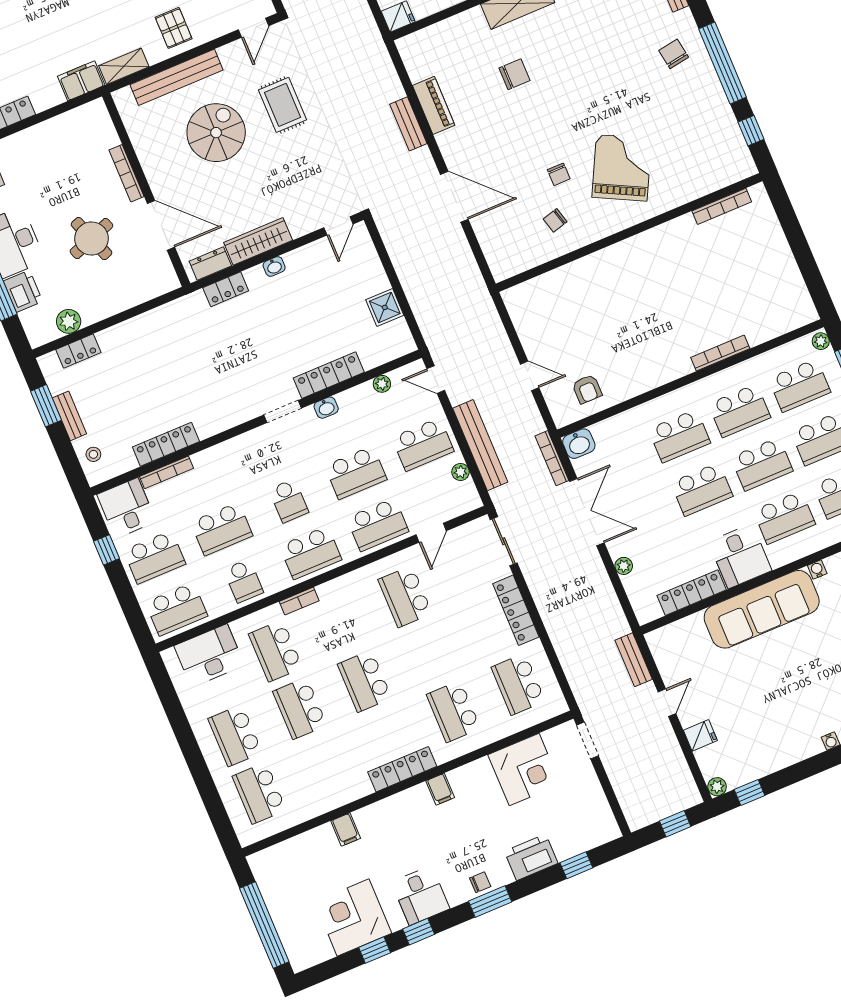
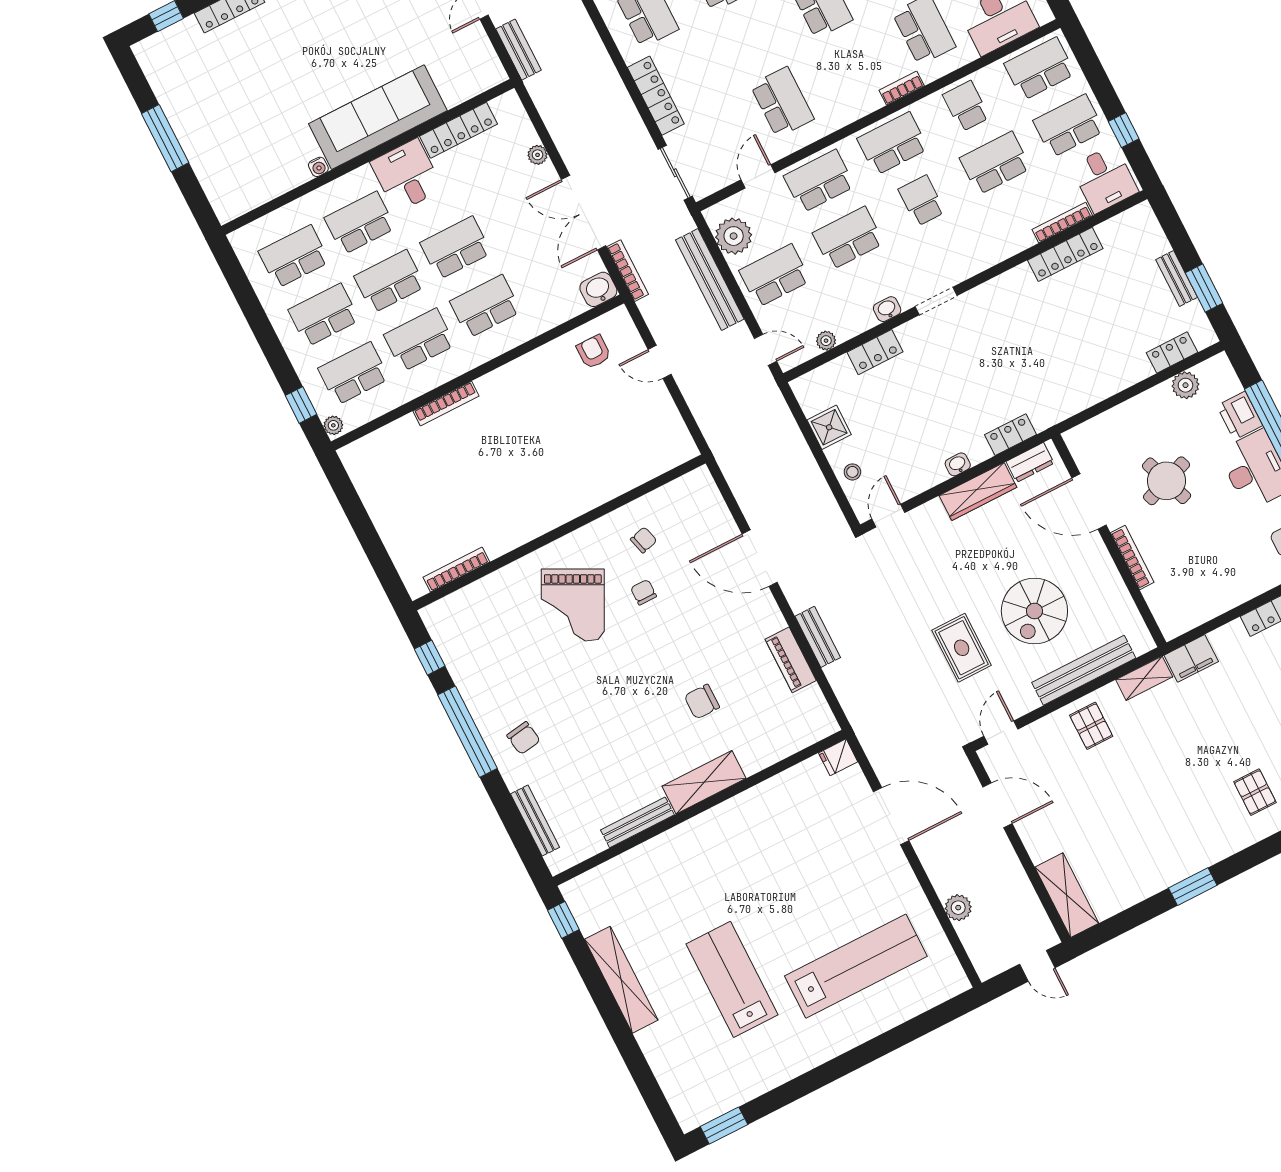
locker: (329, 375) -> (875, 352), width x0.66
stool: (93, 454) -> (852, 472), moved
plant: (460, 472) -> (734, 236), width x1.87, depth x1.87

